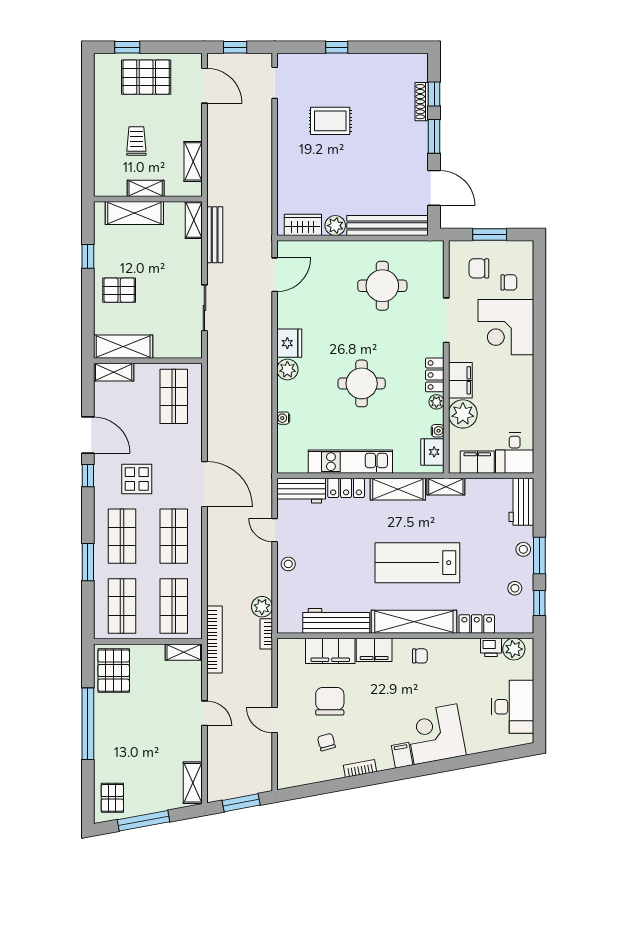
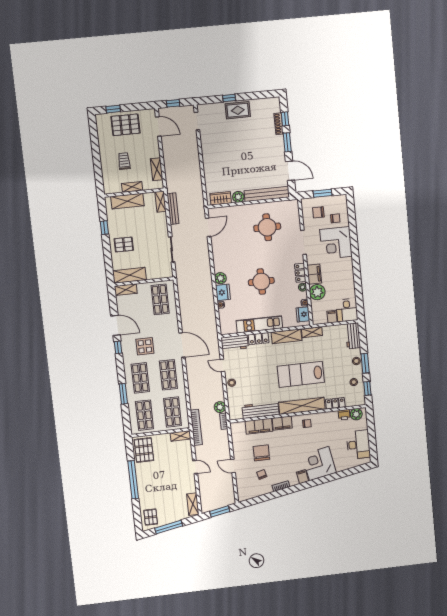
rug: (330, 121) -> (238, 110), moved
fridge: (289, 343) -> (223, 292), moved
filing cabinet: (477, 462) -> (332, 317), width x0.50

